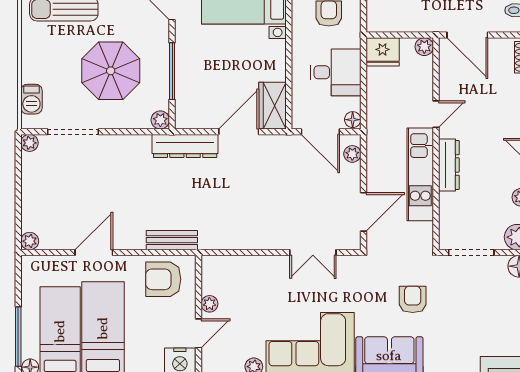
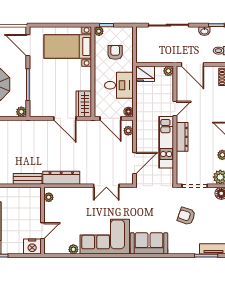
door: (239, 132) -> (65, 118), swing flipped
dresser: (185, 146) -> (61, 178), moved, turned 180
armchair: (163, 279) -> (23, 201), removed
armchair: (413, 299) -> (186, 216), moved, turned -71
plant: (209, 304) -> (49, 197), moved

